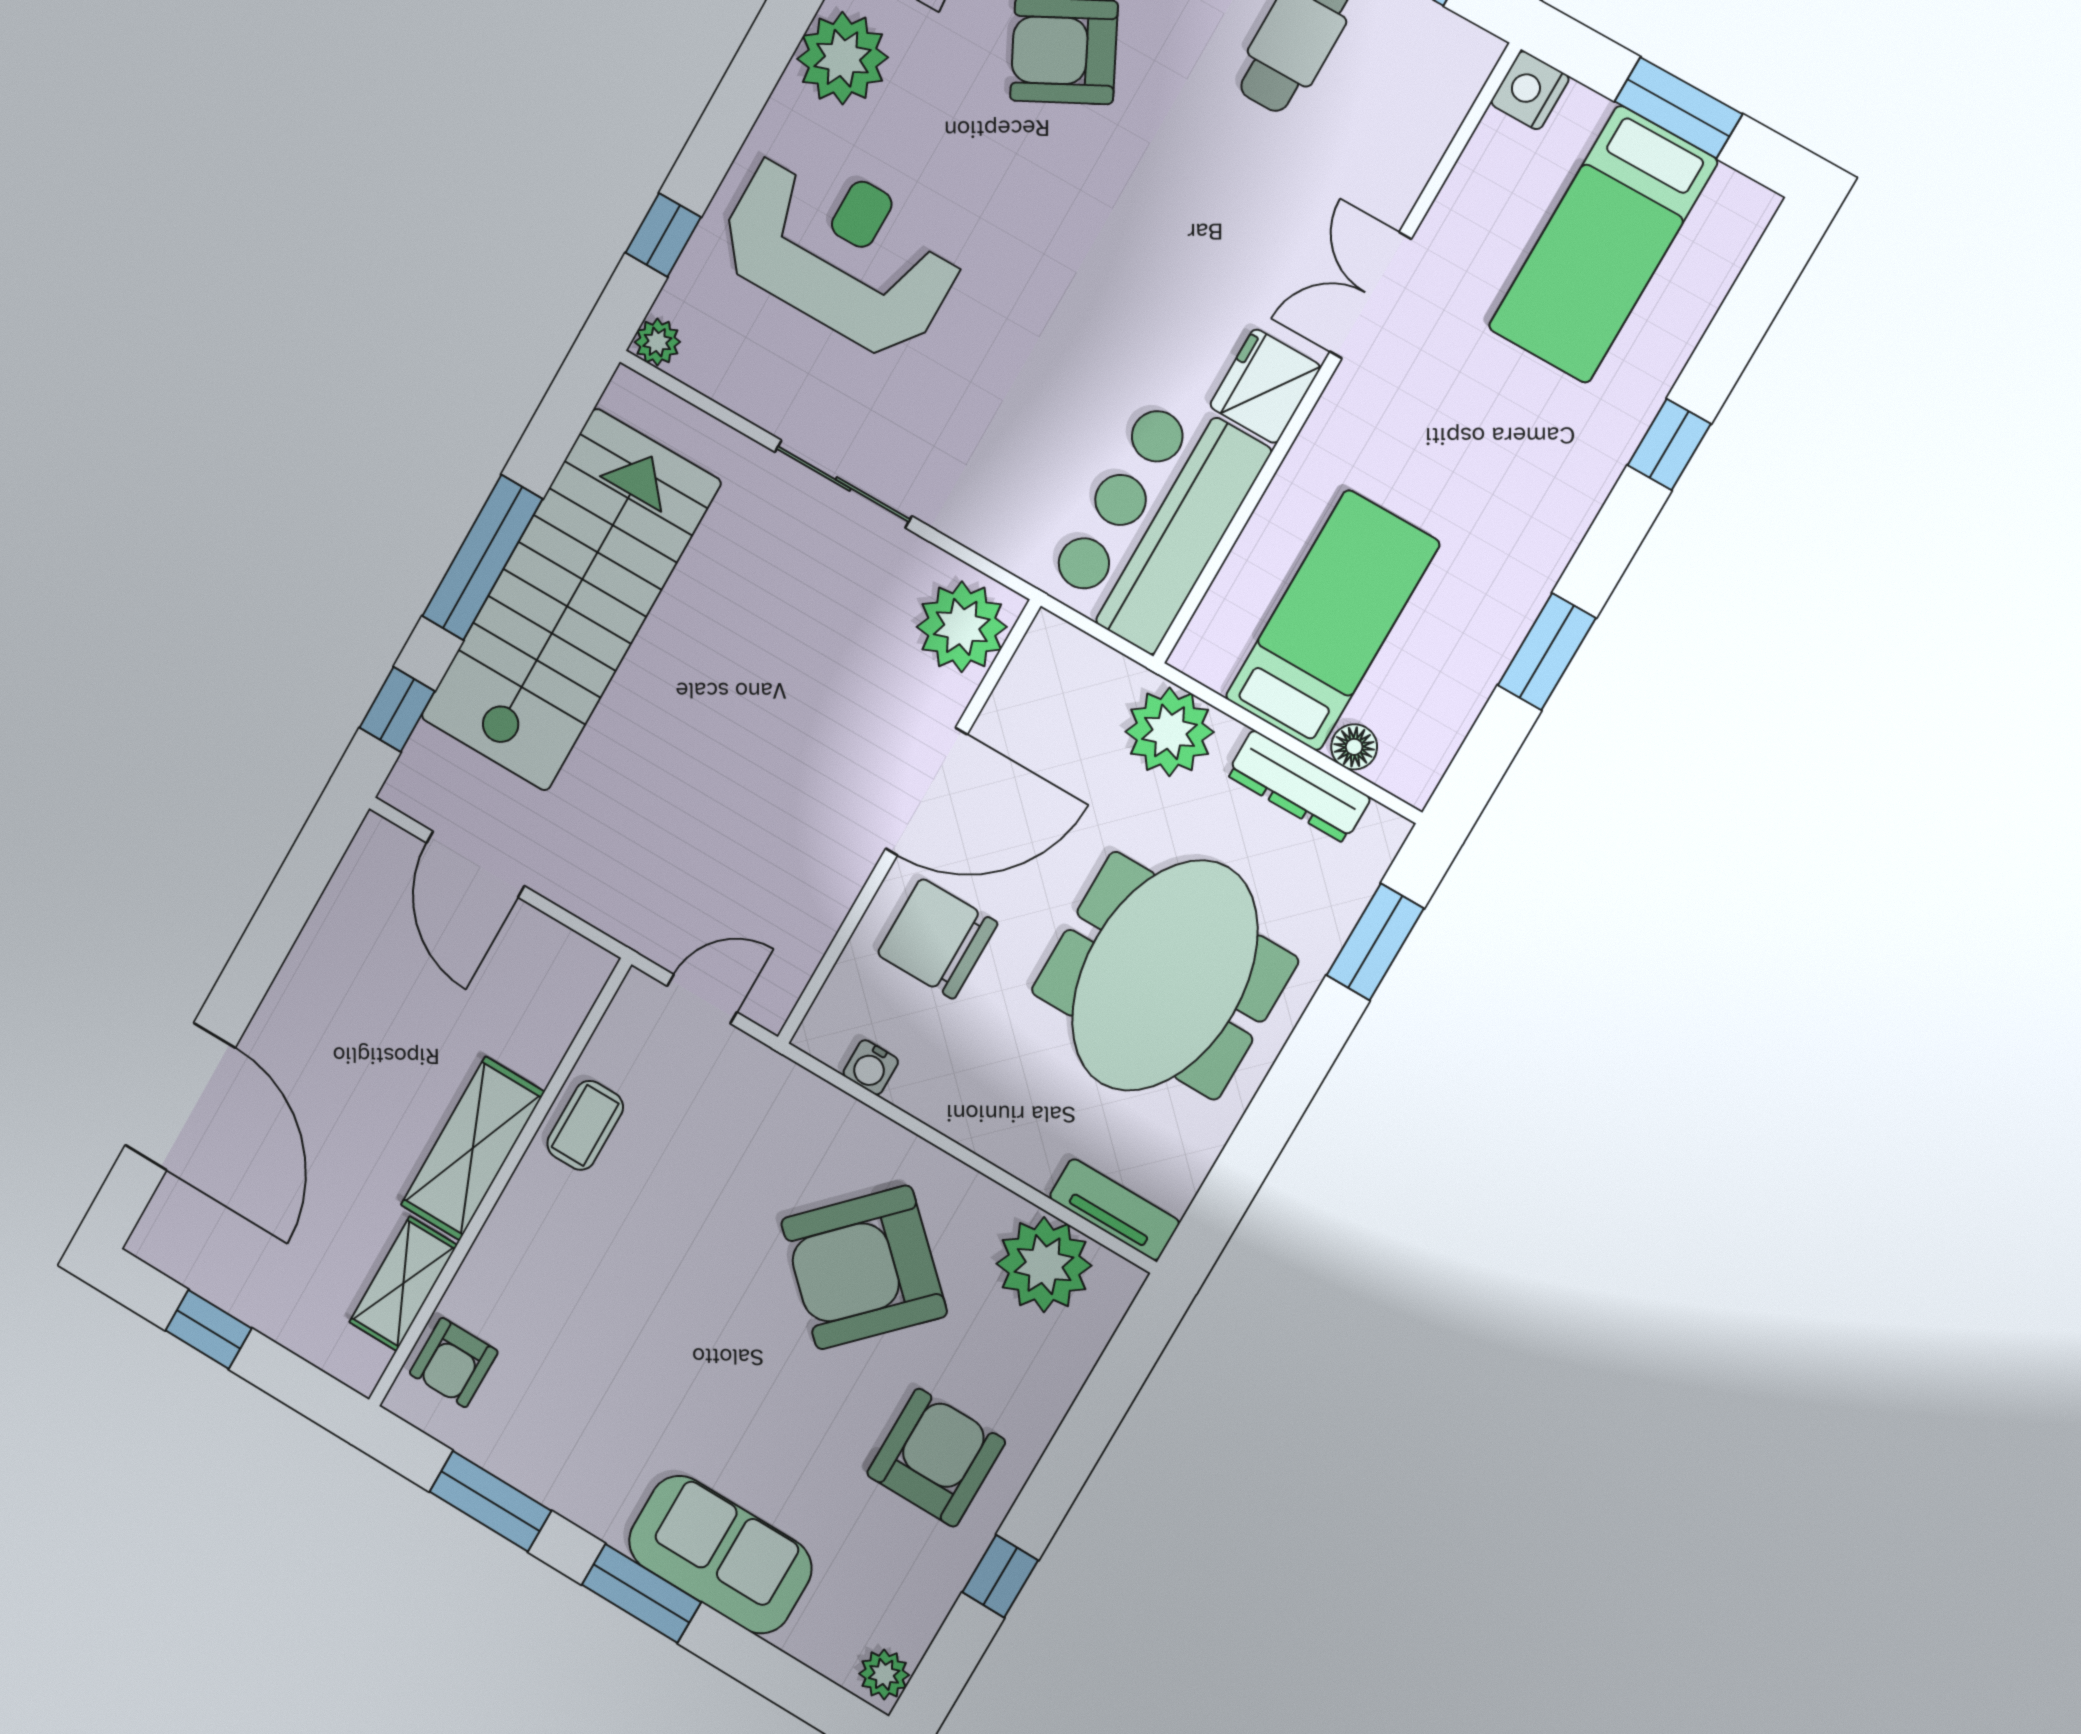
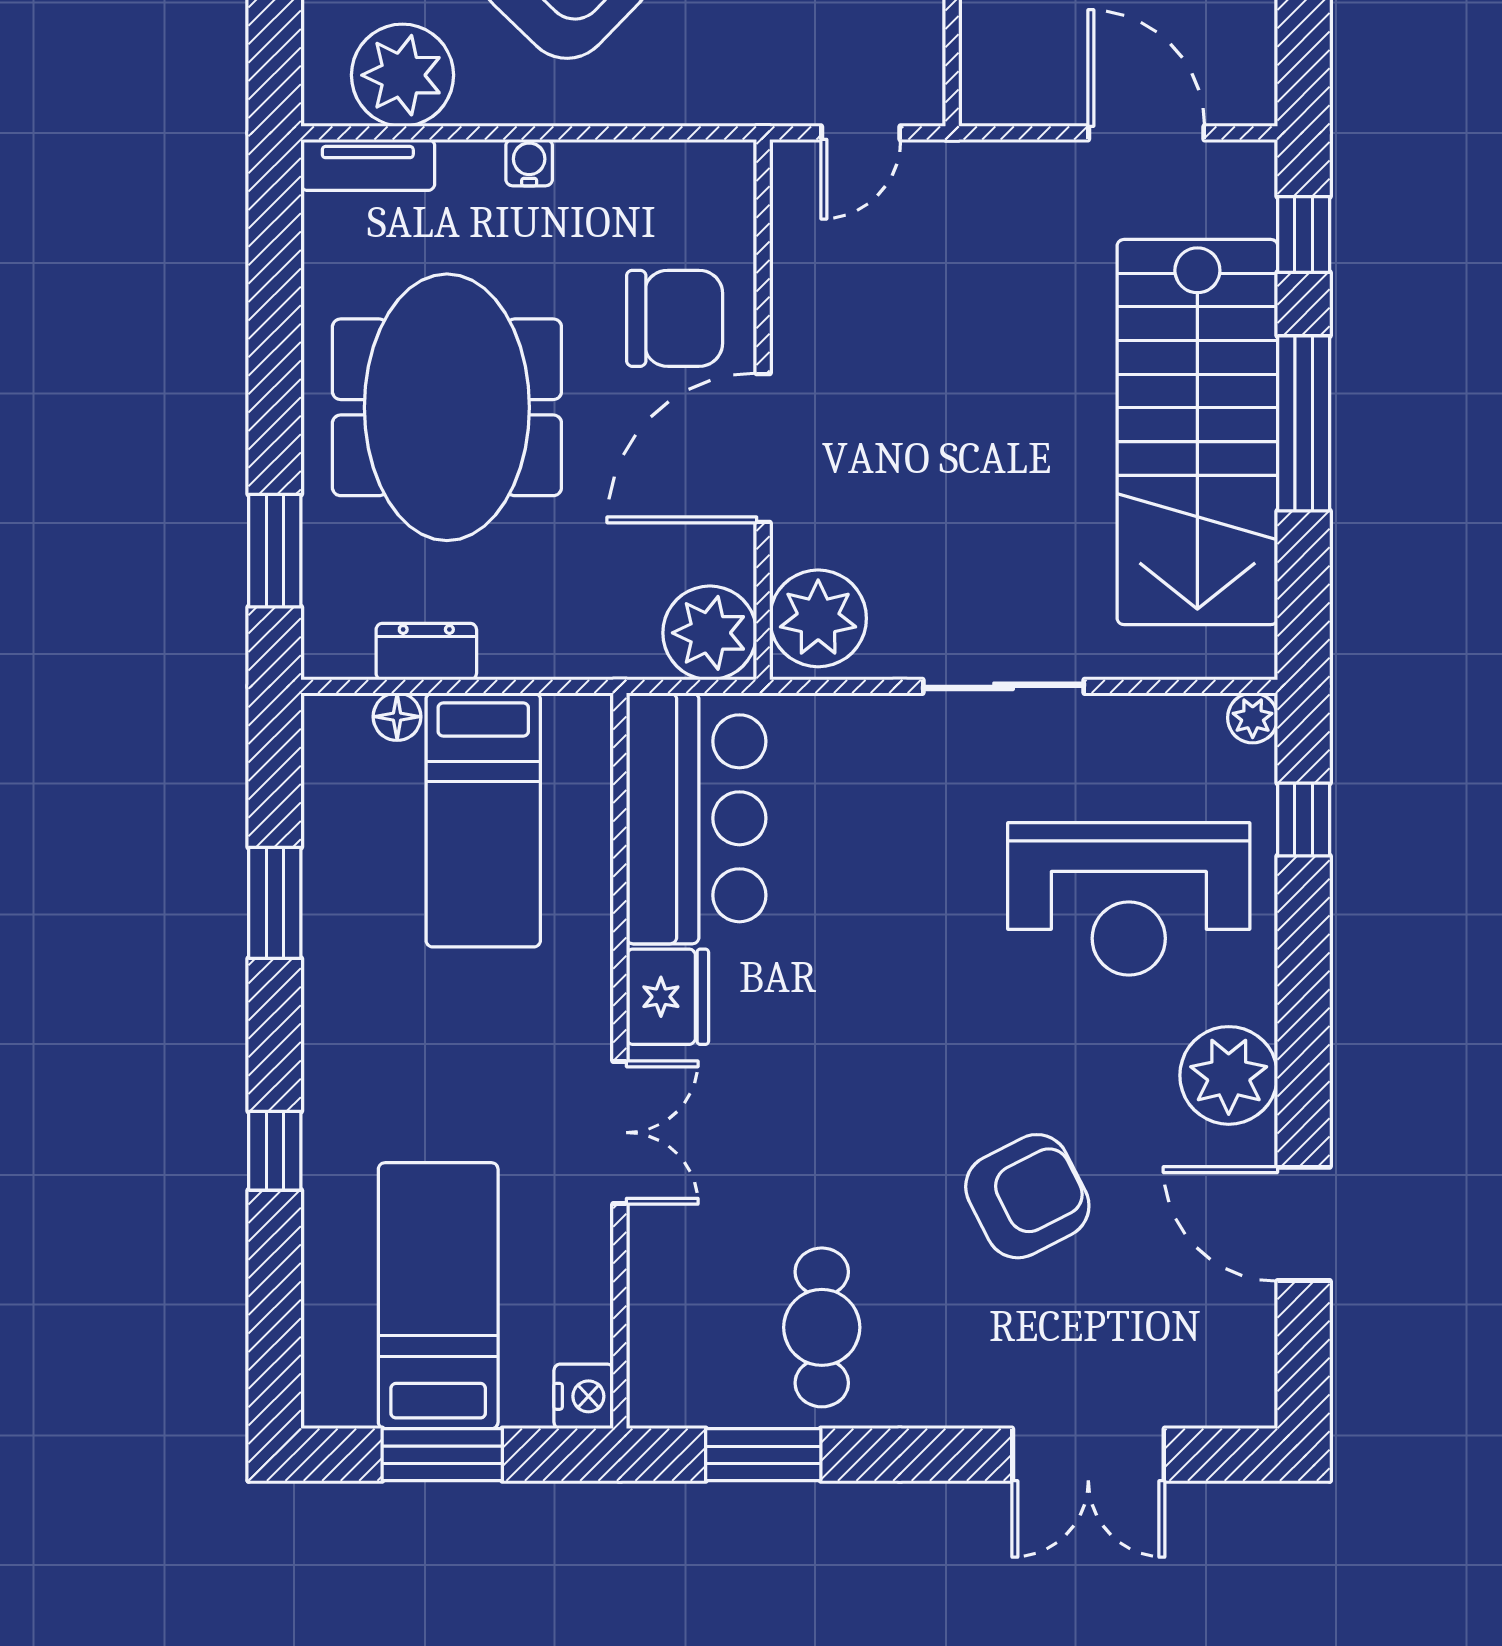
plant: (1170, 732) -> (710, 633), moved
dresser: (1298, 786) -> (426, 652), width x0.70
water cooler: (871, 1067) -> (529, 163), moved

